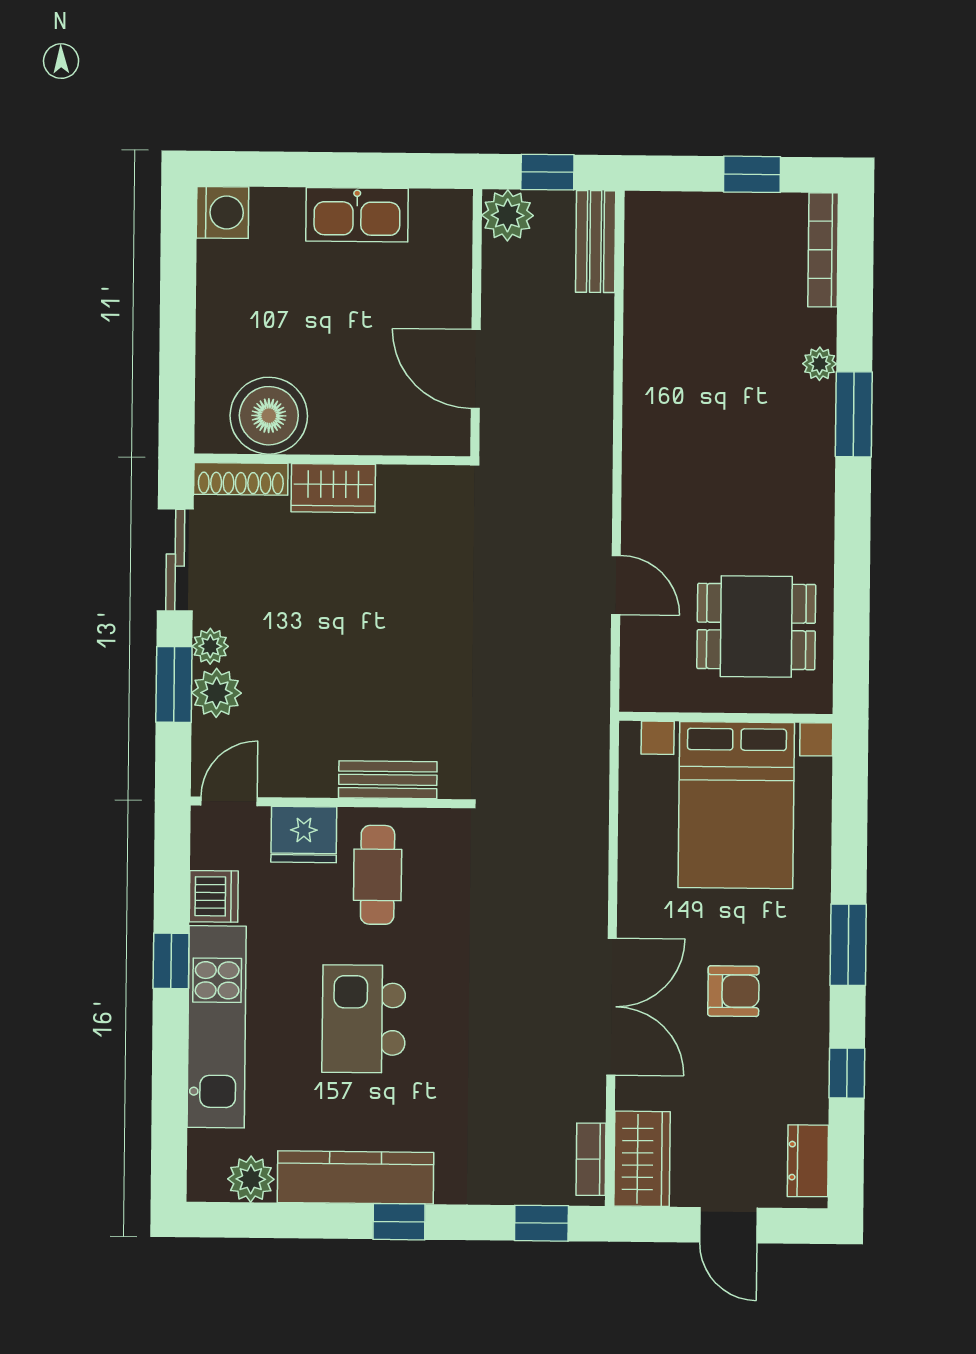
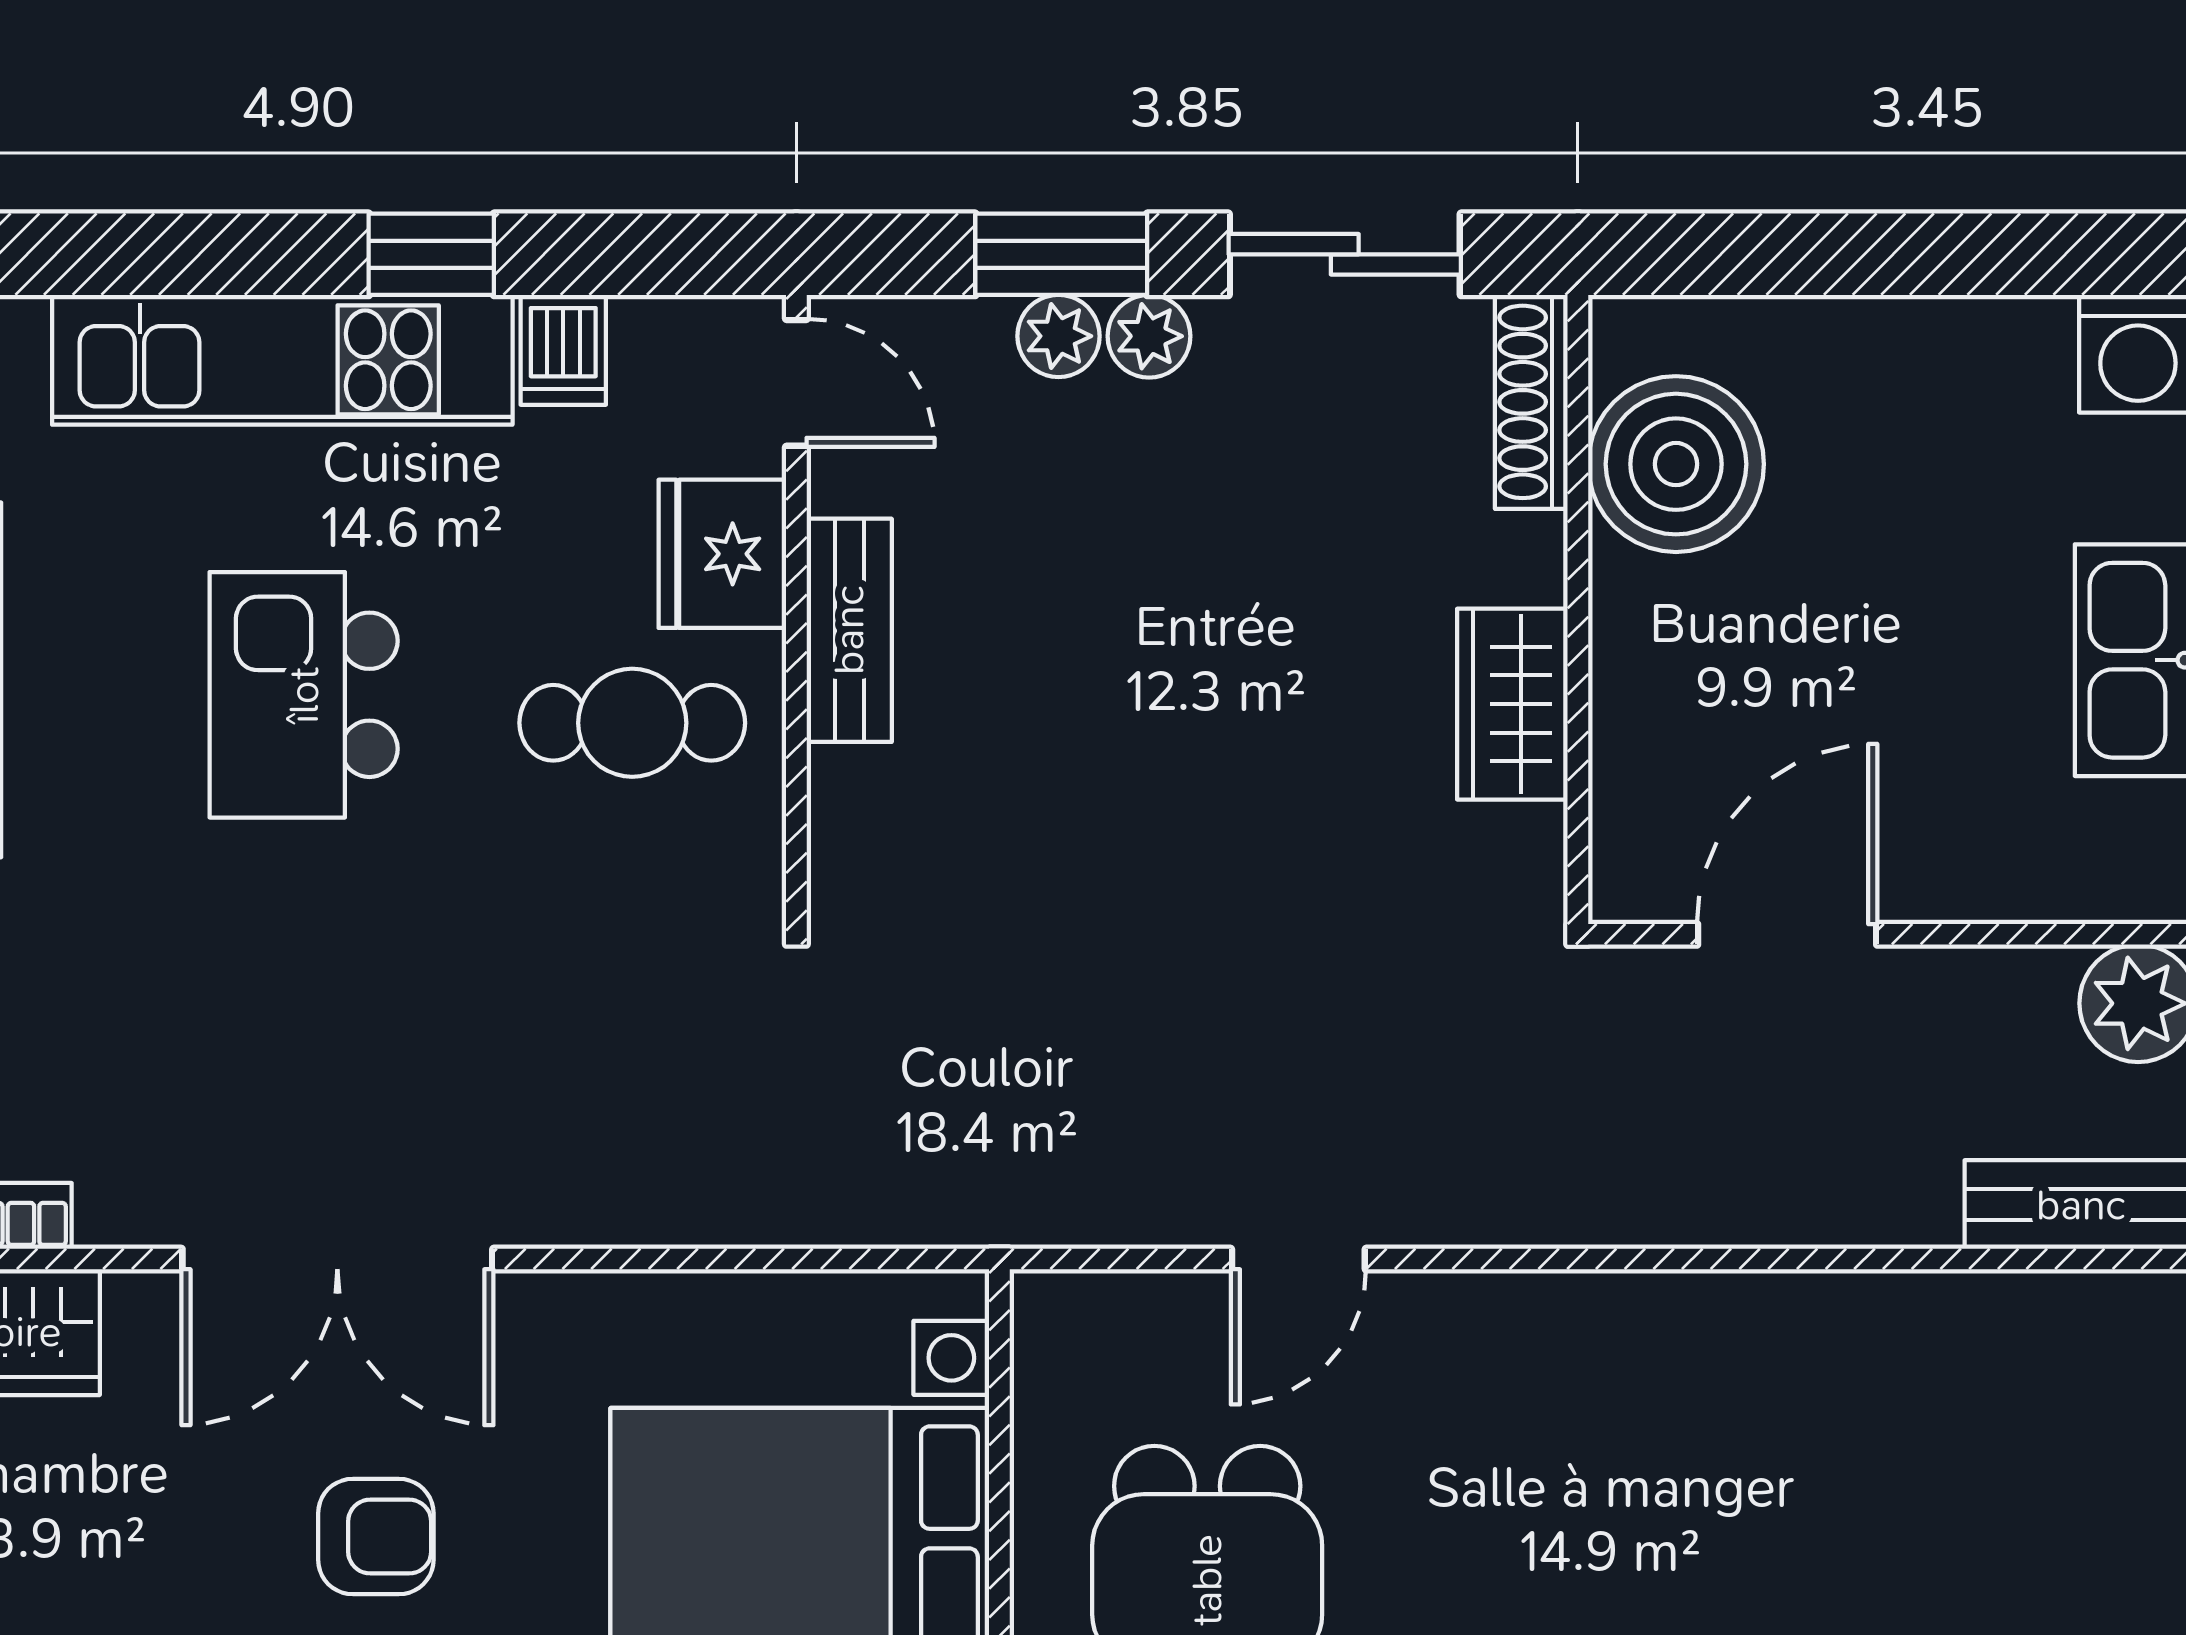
wardrobe: (333, 488) -> (1512, 704), moved
plant: (216, 693) -> (1058, 336), width x0.73, depth x0.73
bench: (388, 780) -> (849, 630), moved
dishwasher: (214, 896) -> (563, 350), width x0.73
armchair: (733, 991) -> (376, 1537), turned -90
kitchen island: (364, 1019) -> (304, 695), turned -90

